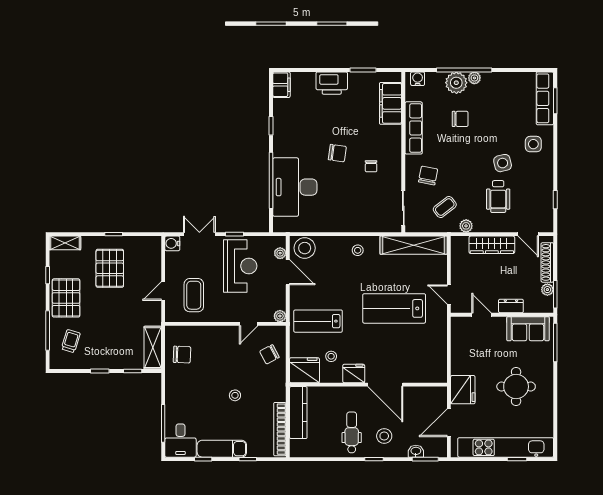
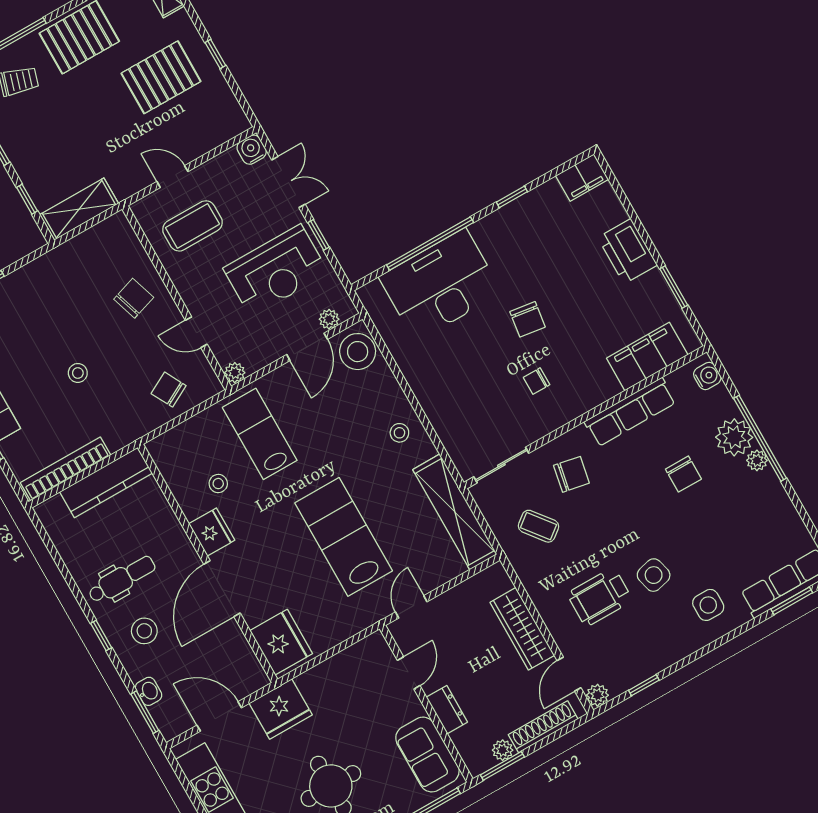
plant: (466, 226) -> (597, 695), moved
chair: (182, 355) -> (134, 298), moved, turned -110
fridge: (304, 370) -> (281, 642), moved

